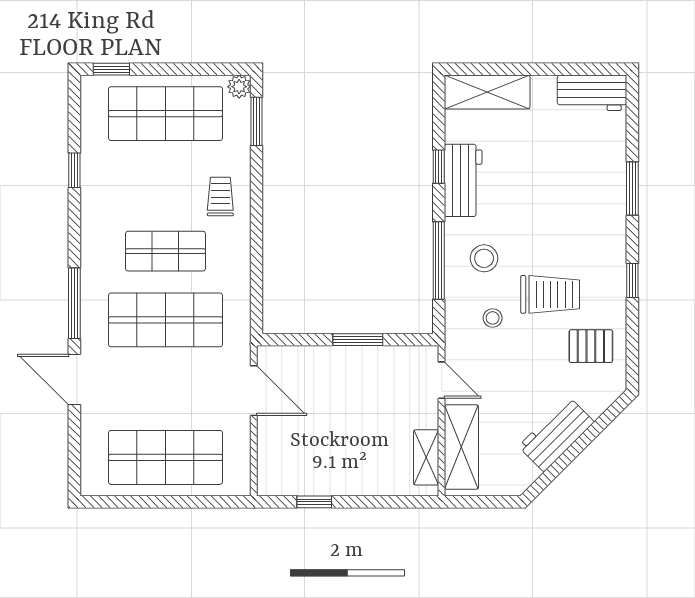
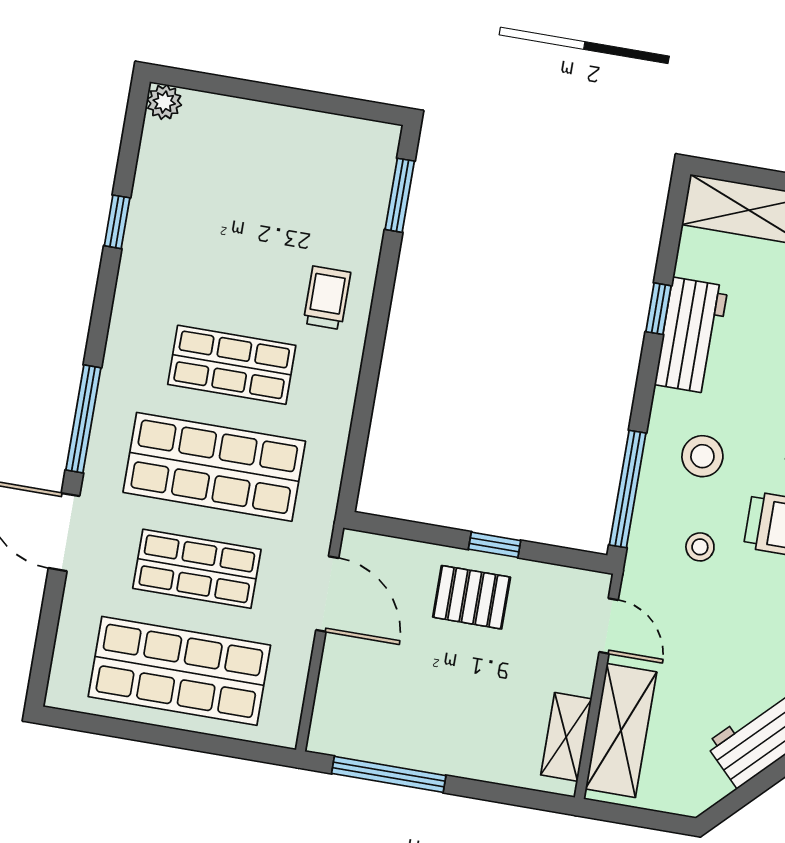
window: (111, 69) -> (198, 81), removed
plant: (239, 87) -> (164, 102), moved
shop shelf: (165, 114) -> (197, 569), moved, width x0.70, depth x0.74
window: (439, 260) -> (628, 489), moved
window: (358, 340) -> (495, 545), width x0.67
pallet: (349, 377) -> (472, 597), added
window: (314, 502) -> (389, 774), width x2.17

